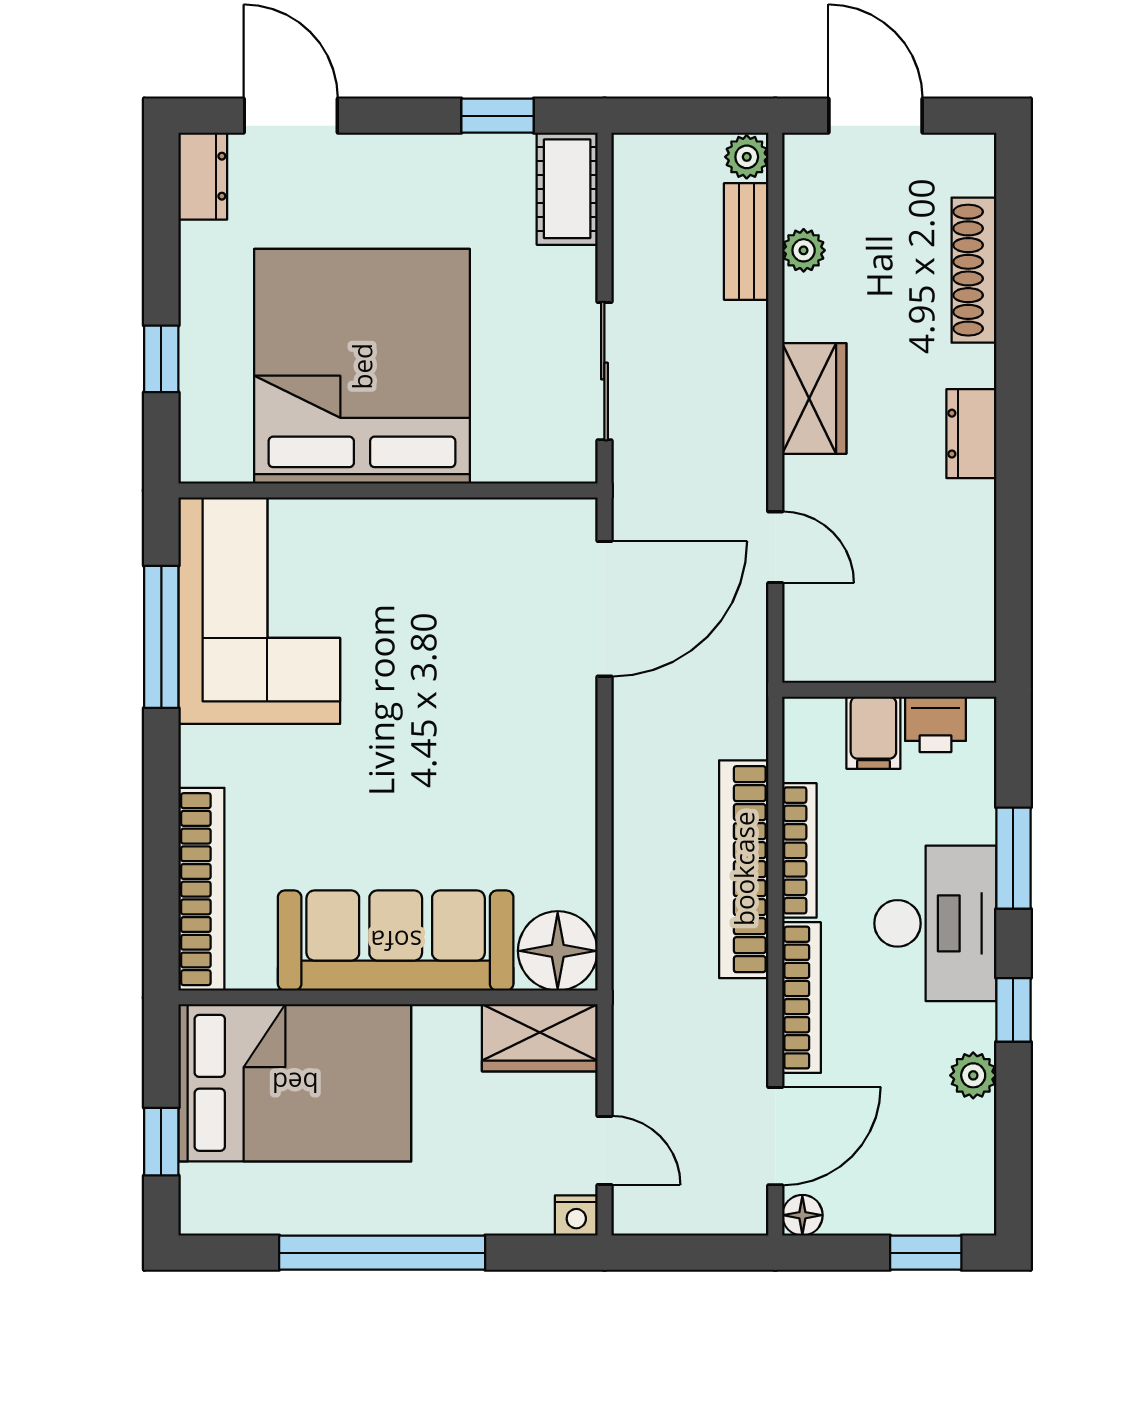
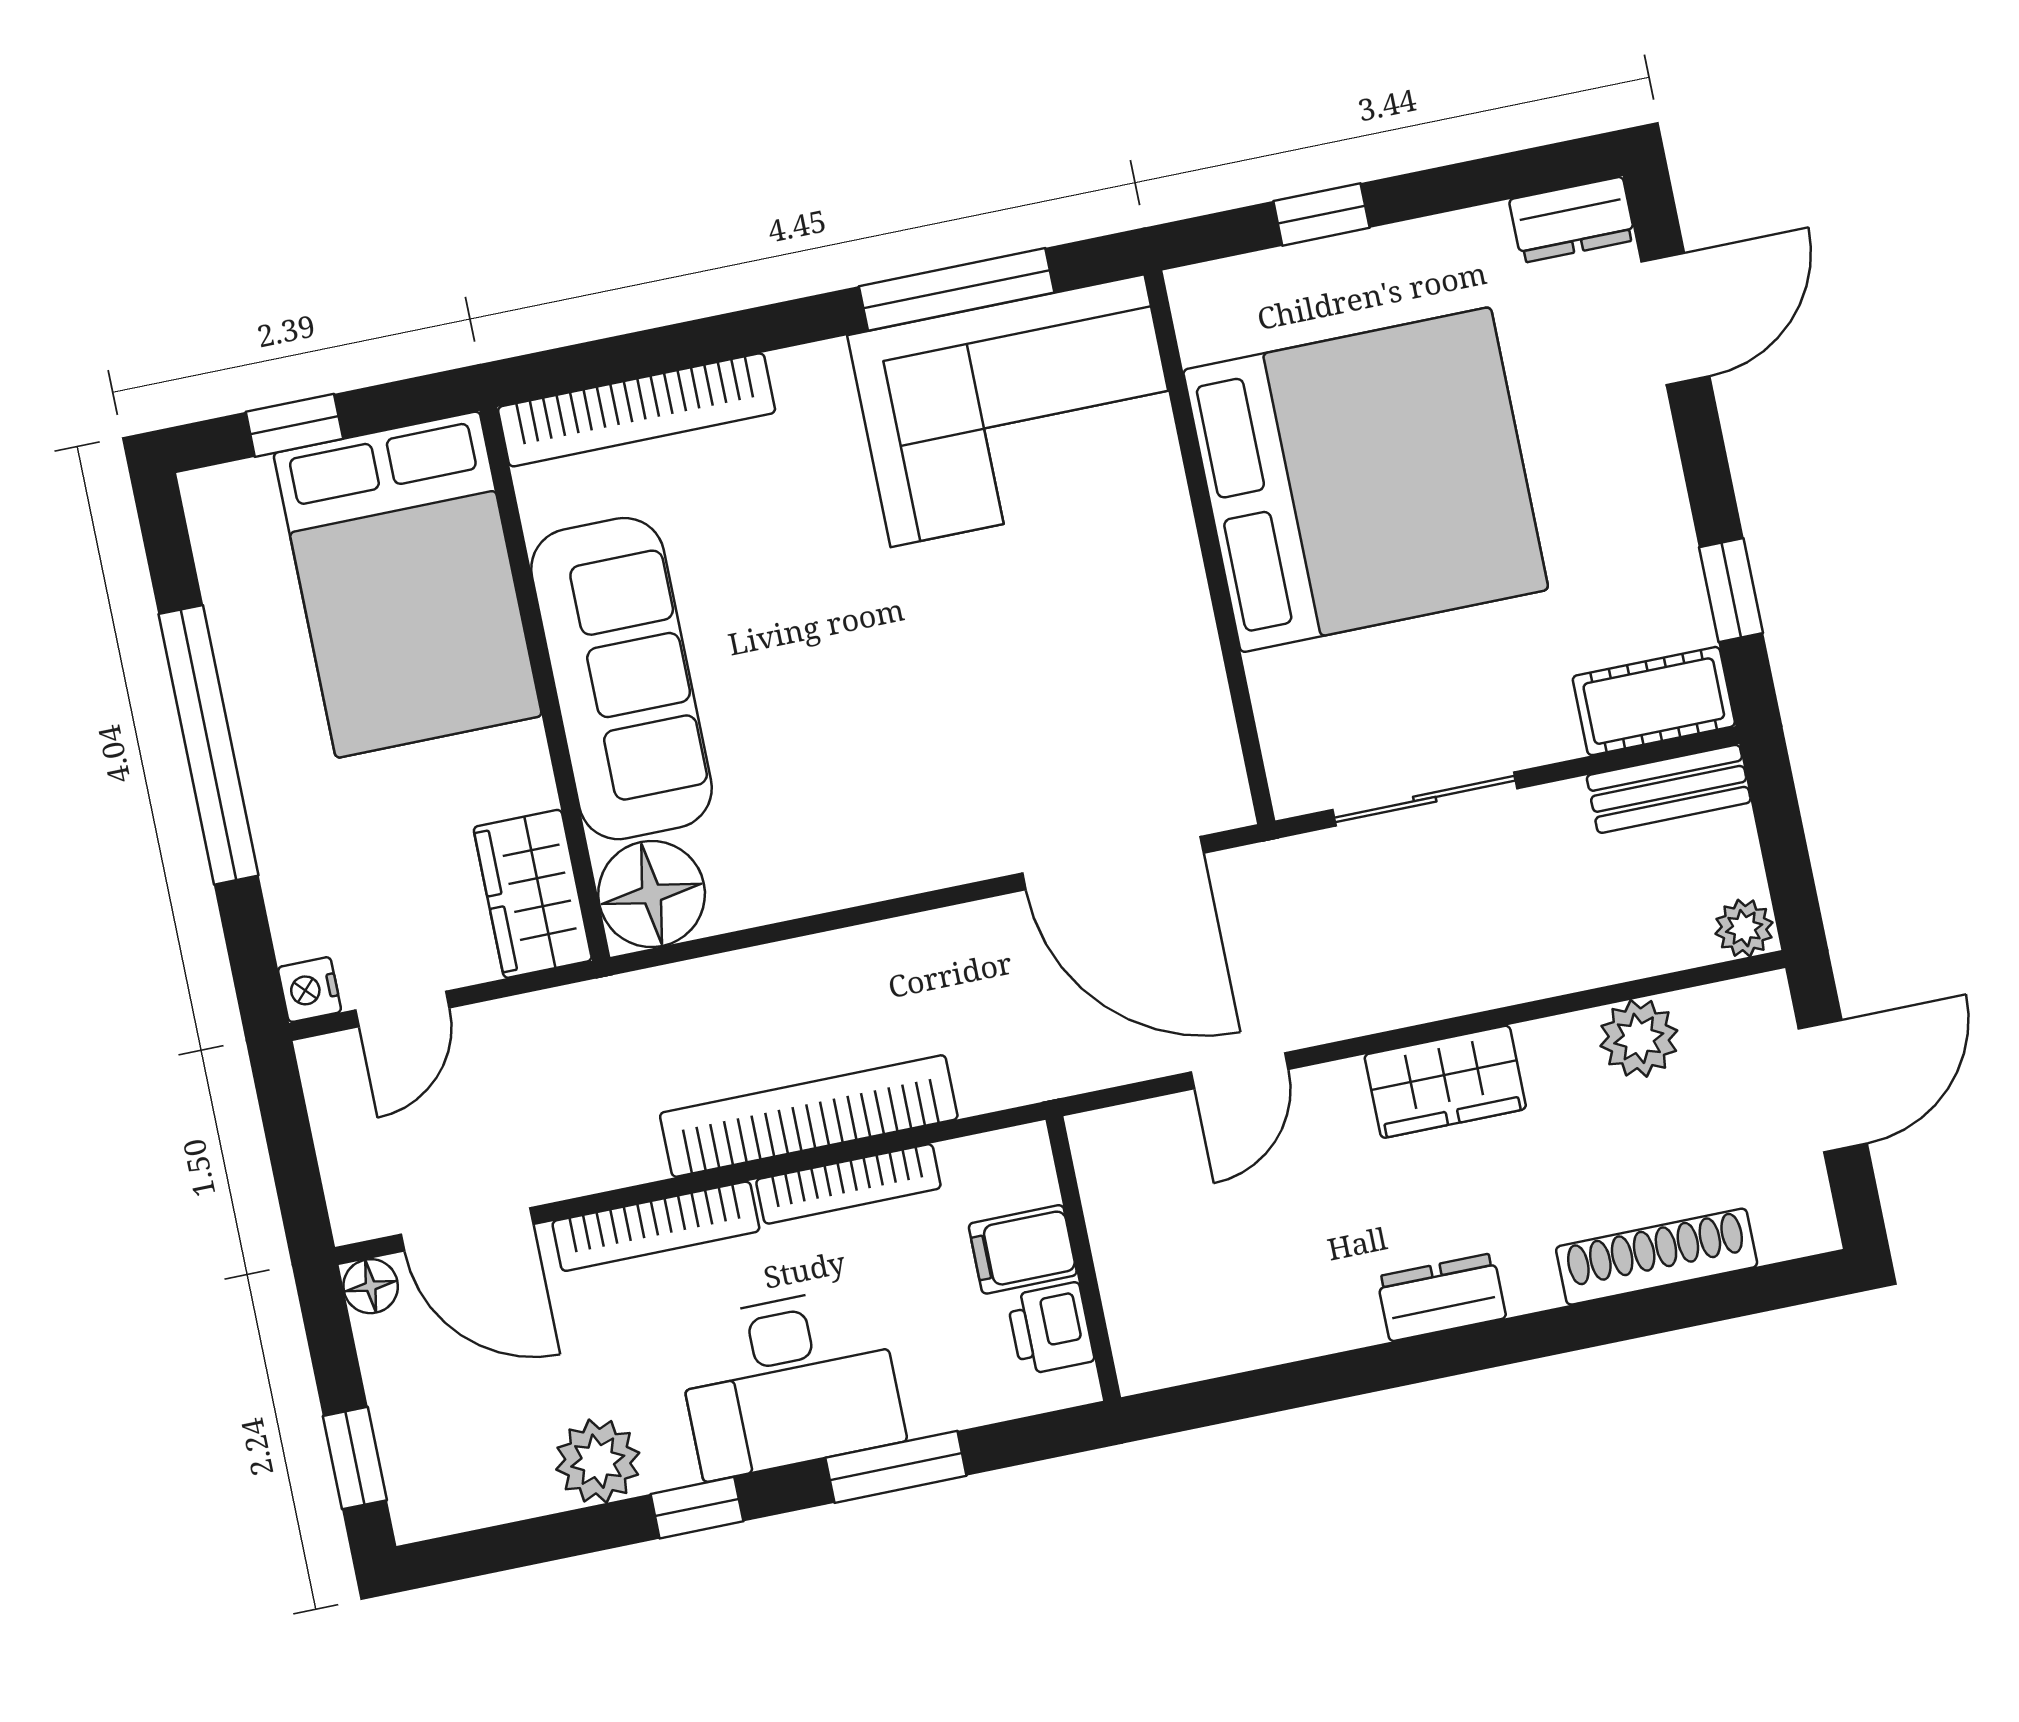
bench: (746, 242) -> (1669, 789), moved
plant: (804, 250) -> (1639, 1038), width x1.38, depth x1.38
plant: (973, 1075) -> (598, 1461), width x1.38, depth x1.38

